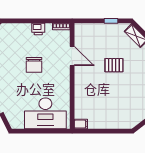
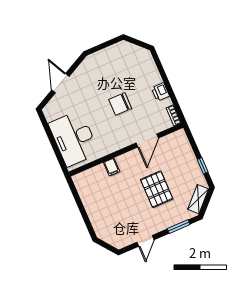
pallet: (114, 65) -> (157, 189), width x1.50, depth x1.42
filing cabinet: (81, 124) -> (112, 167), moved

